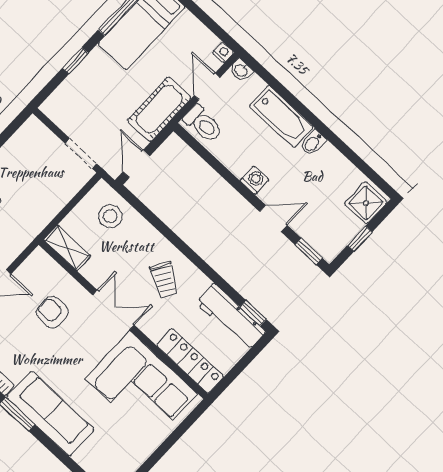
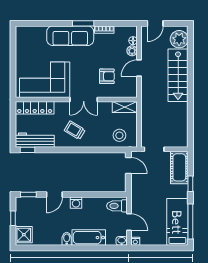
cot: (159, 109) -> (179, 167), moved

